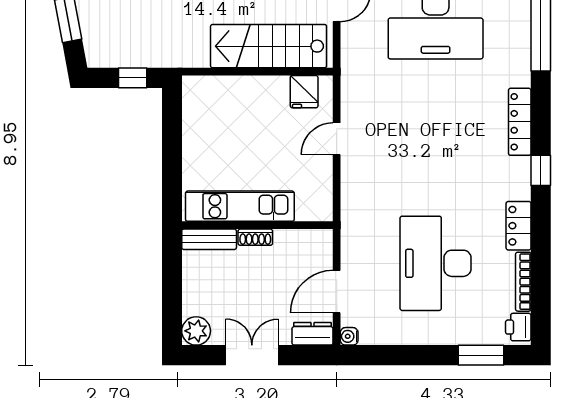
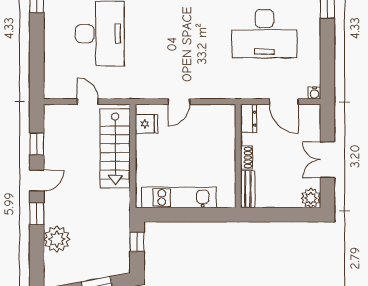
door: (337, 139) -> (179, 102), hinge flipped
kitchen unit: (240, 206) -> (179, 197), moved, turned 90
dresser: (312, 334) -> (249, 119), moved, turned 180

